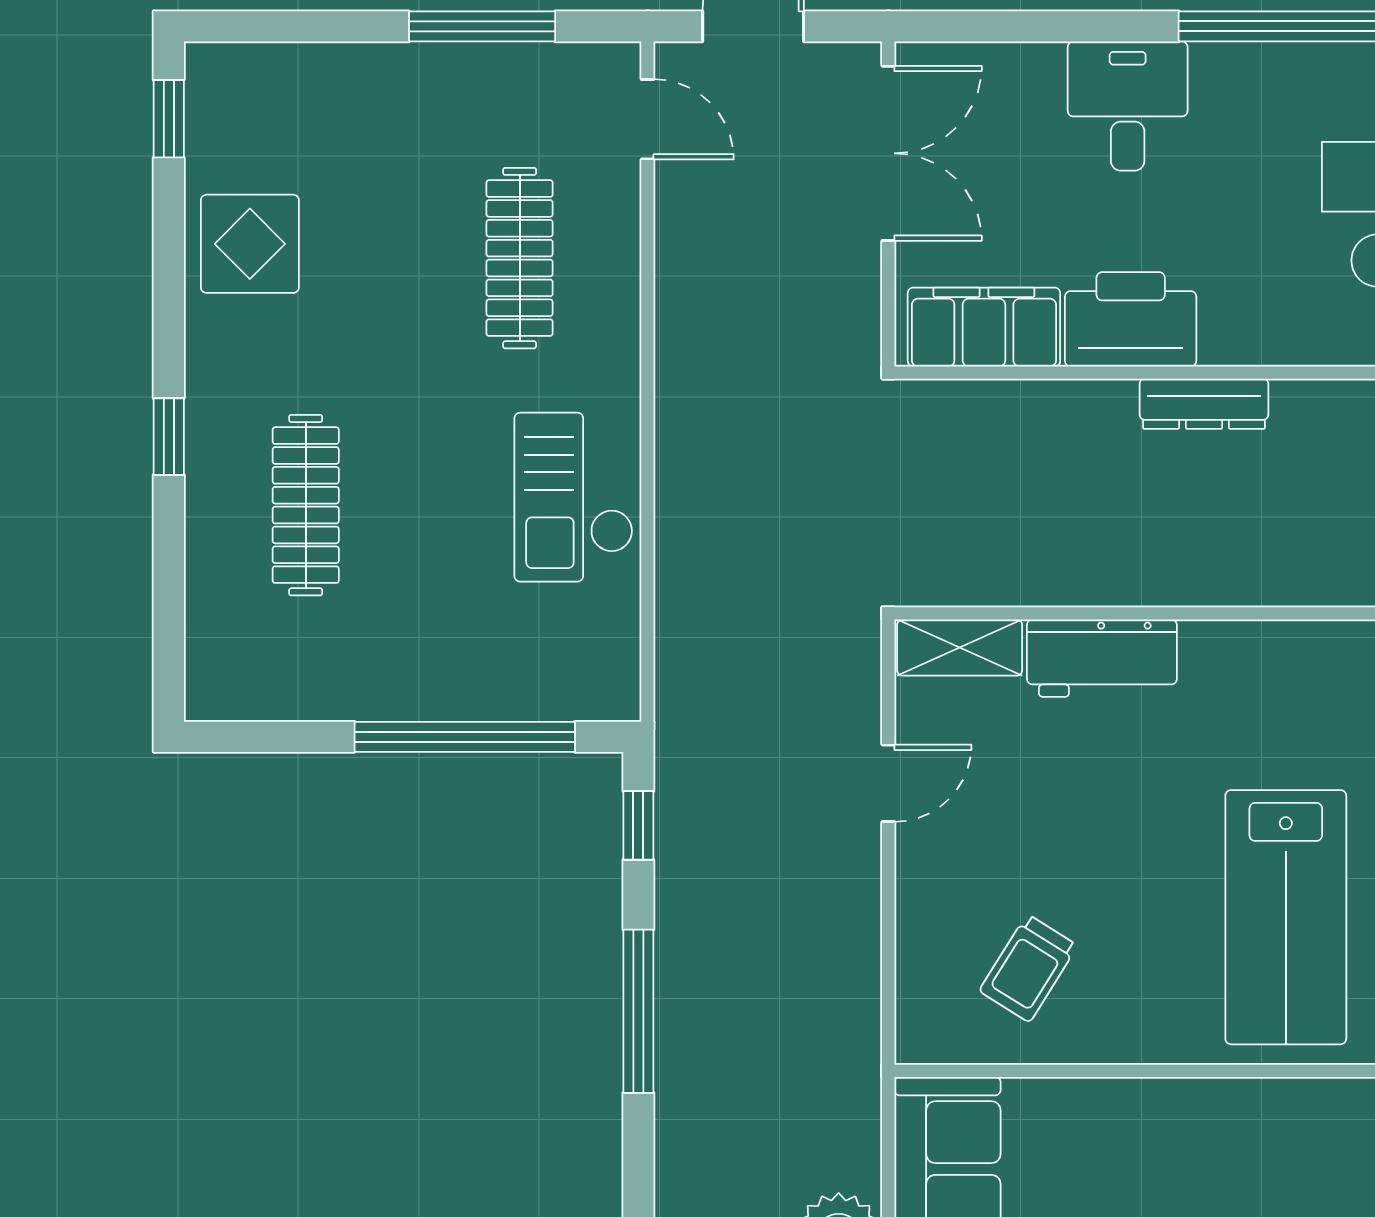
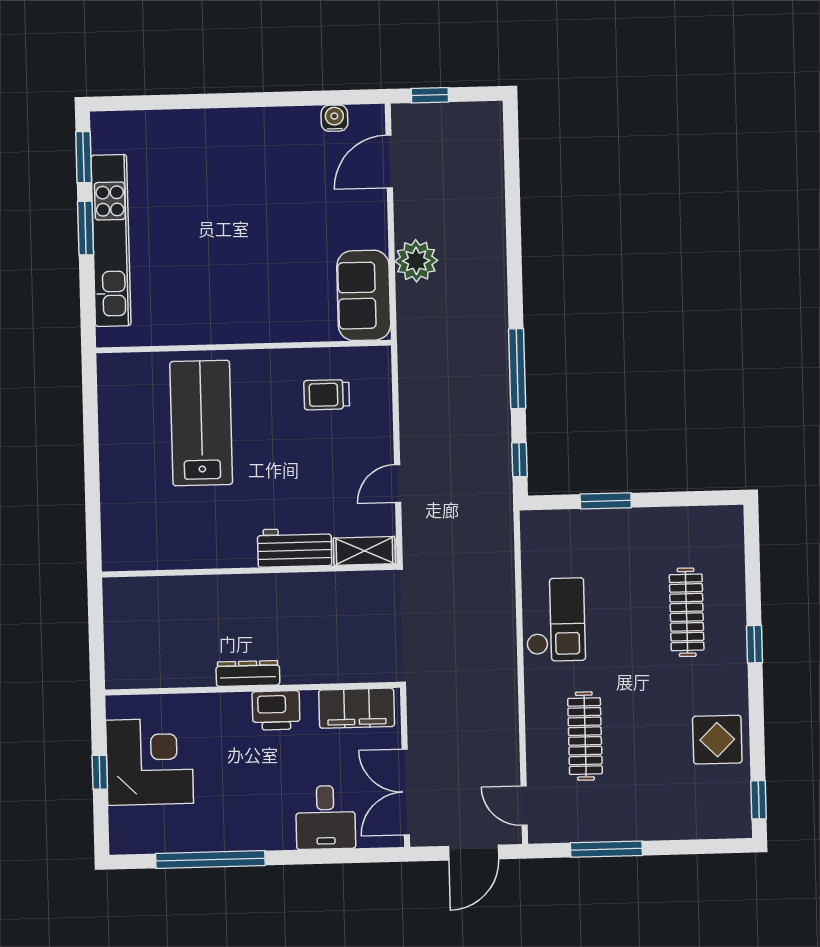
desk: (1128, 106) -> (325, 817), moved
printer: (1131, 319) -> (276, 710), width x0.73, depth x0.84
window: (465, 737) -> (606, 501), width x0.47
trolley: (1028, 968) -> (327, 395), turned -122

